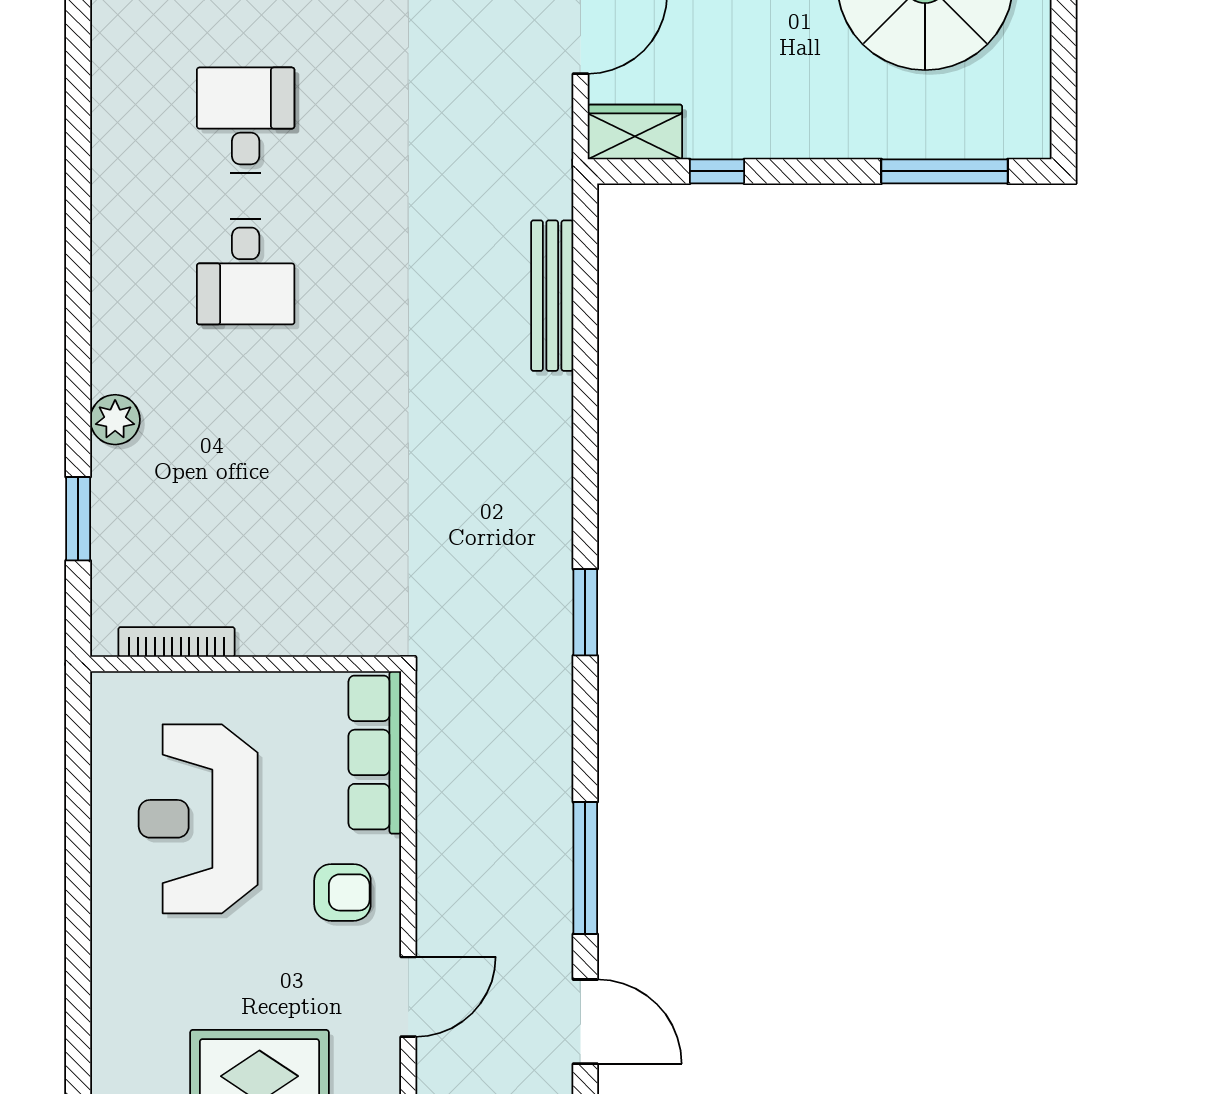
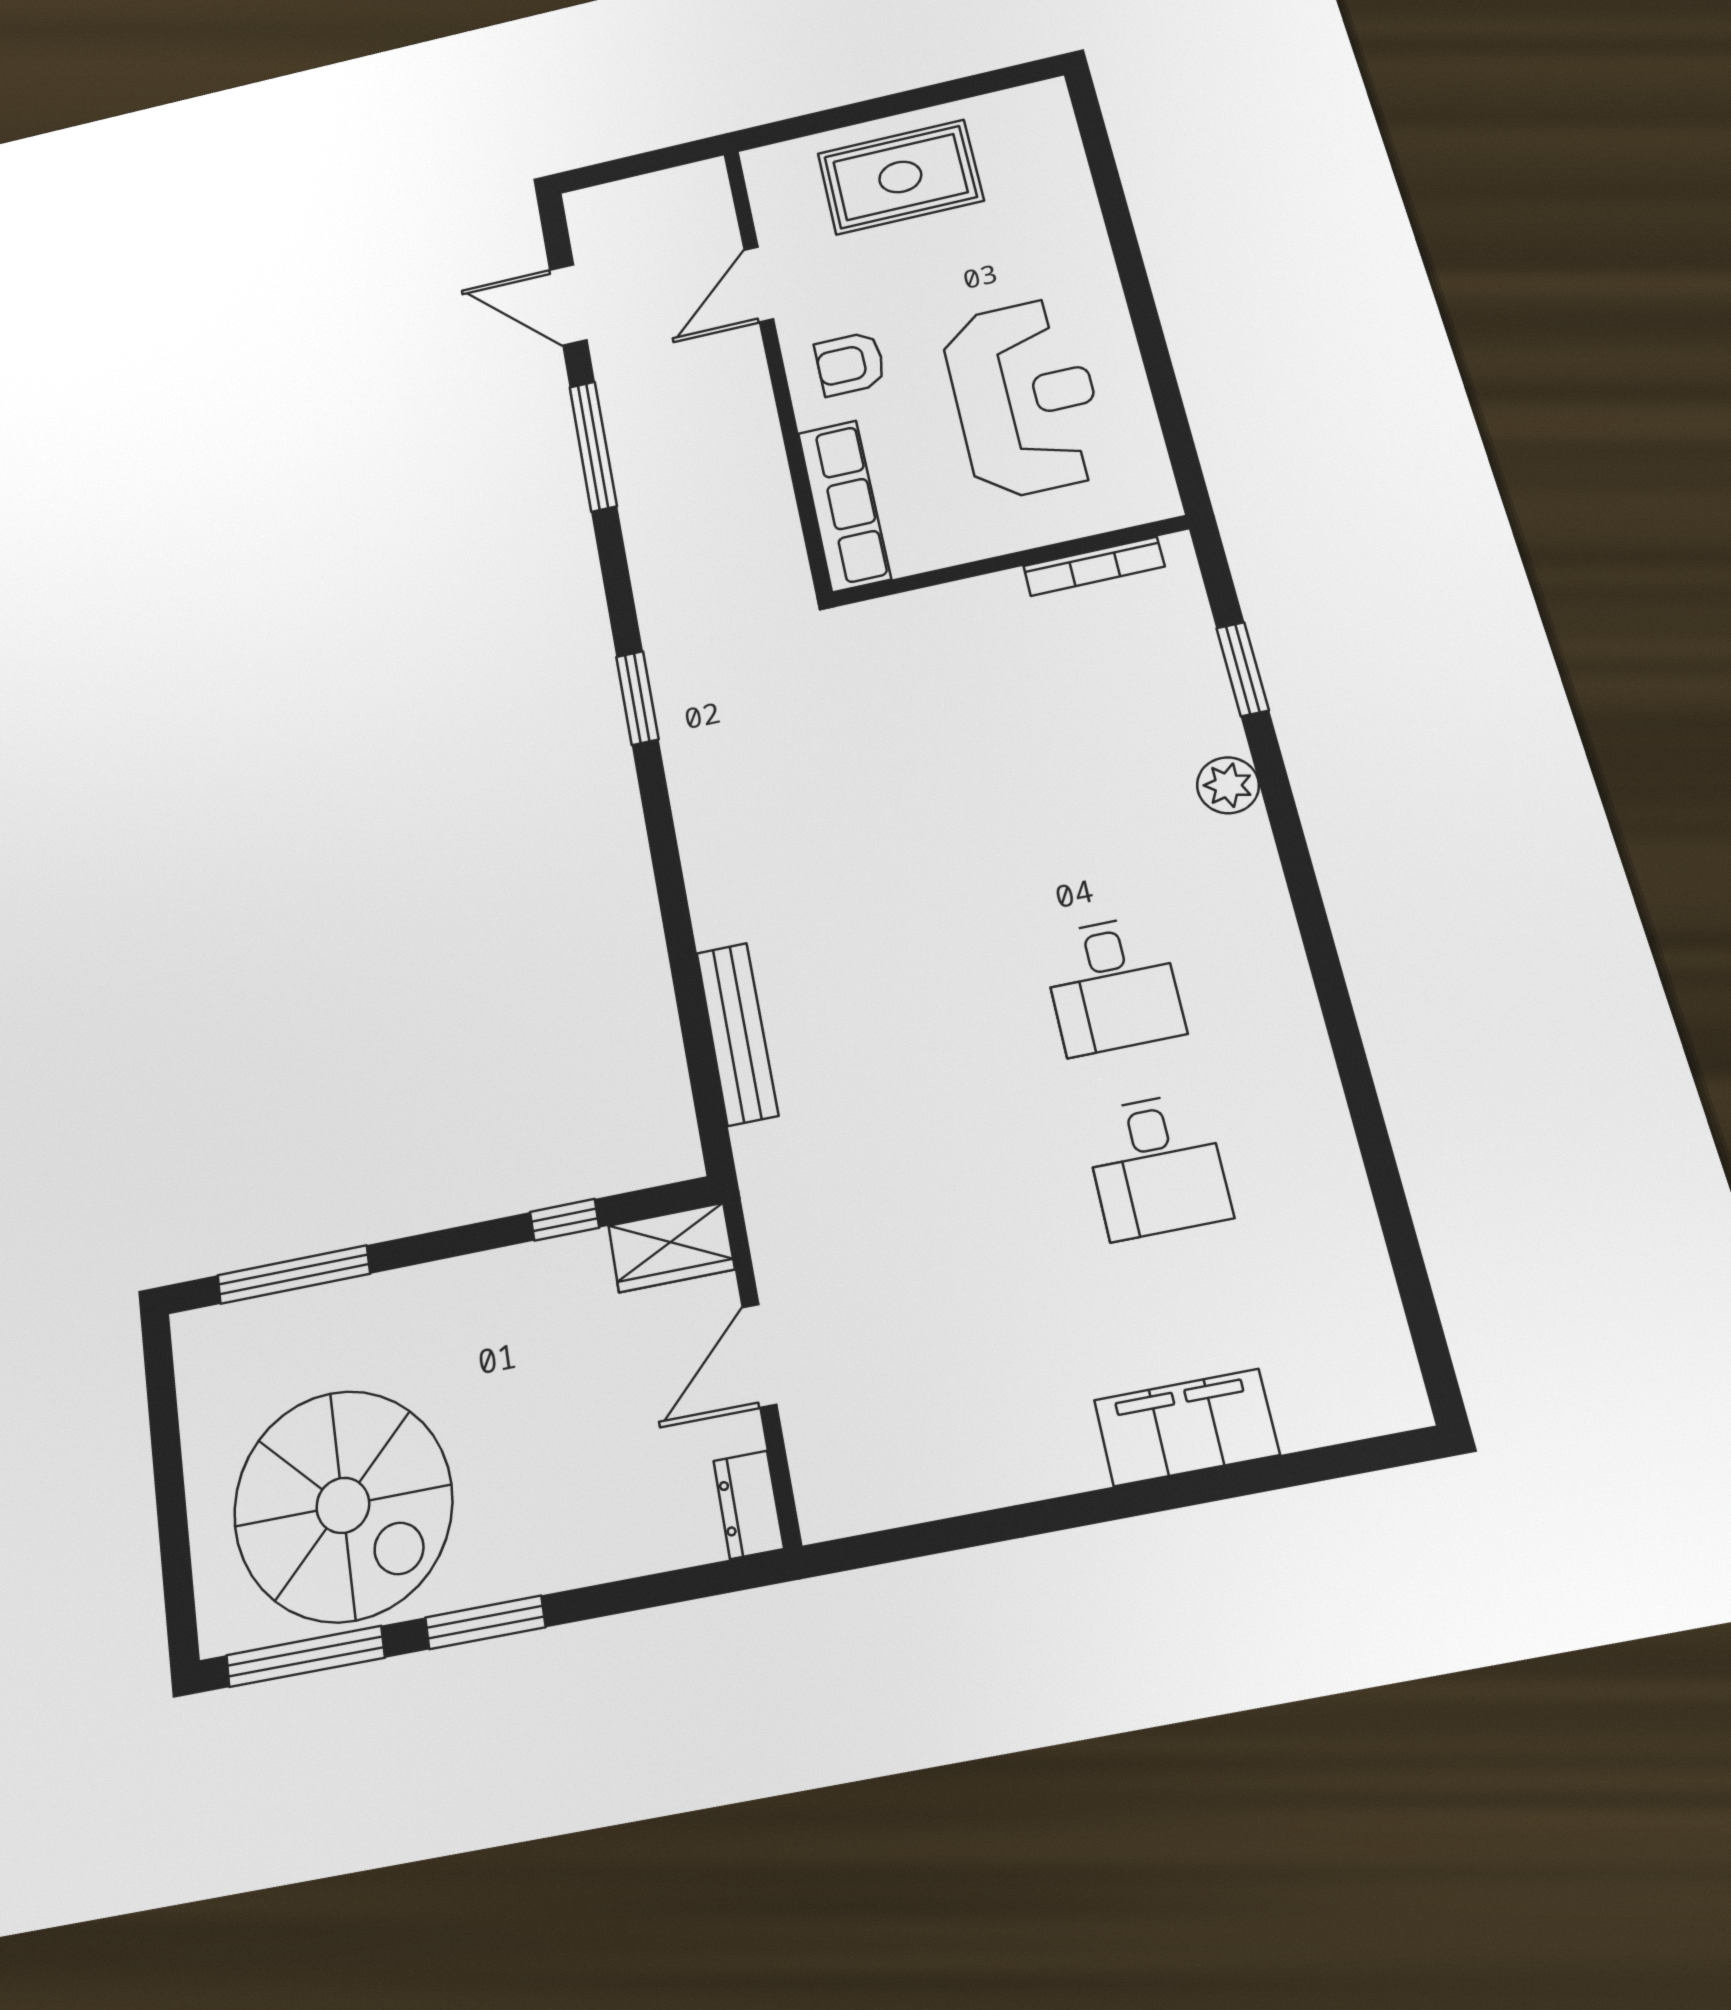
desk: (246, 272) -> (1113, 985), turned 180

